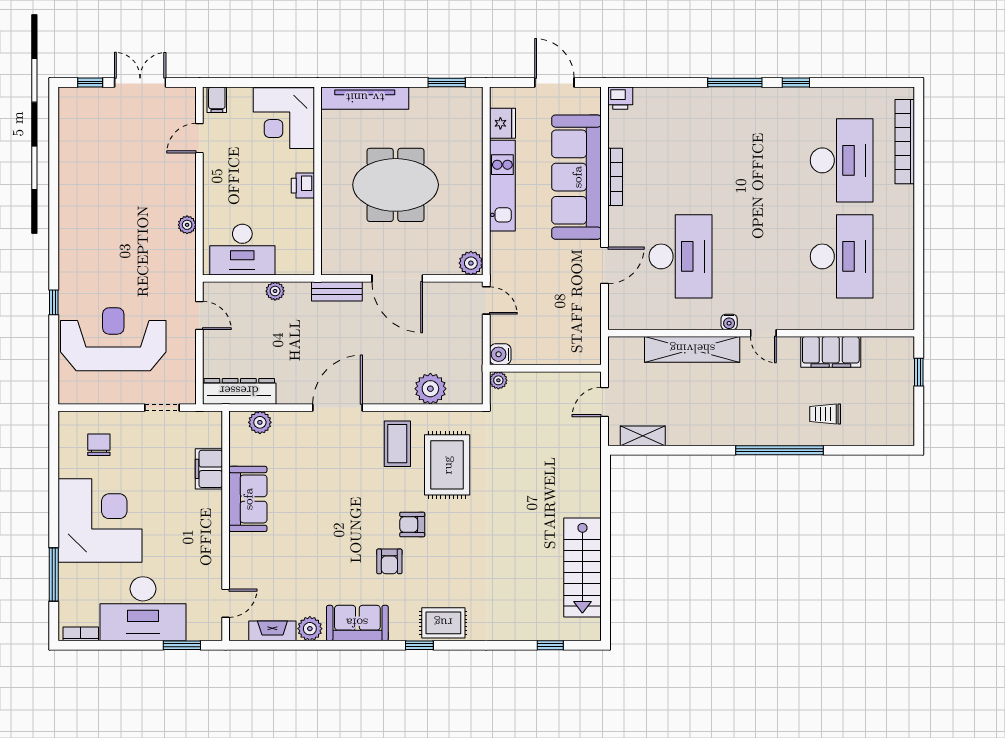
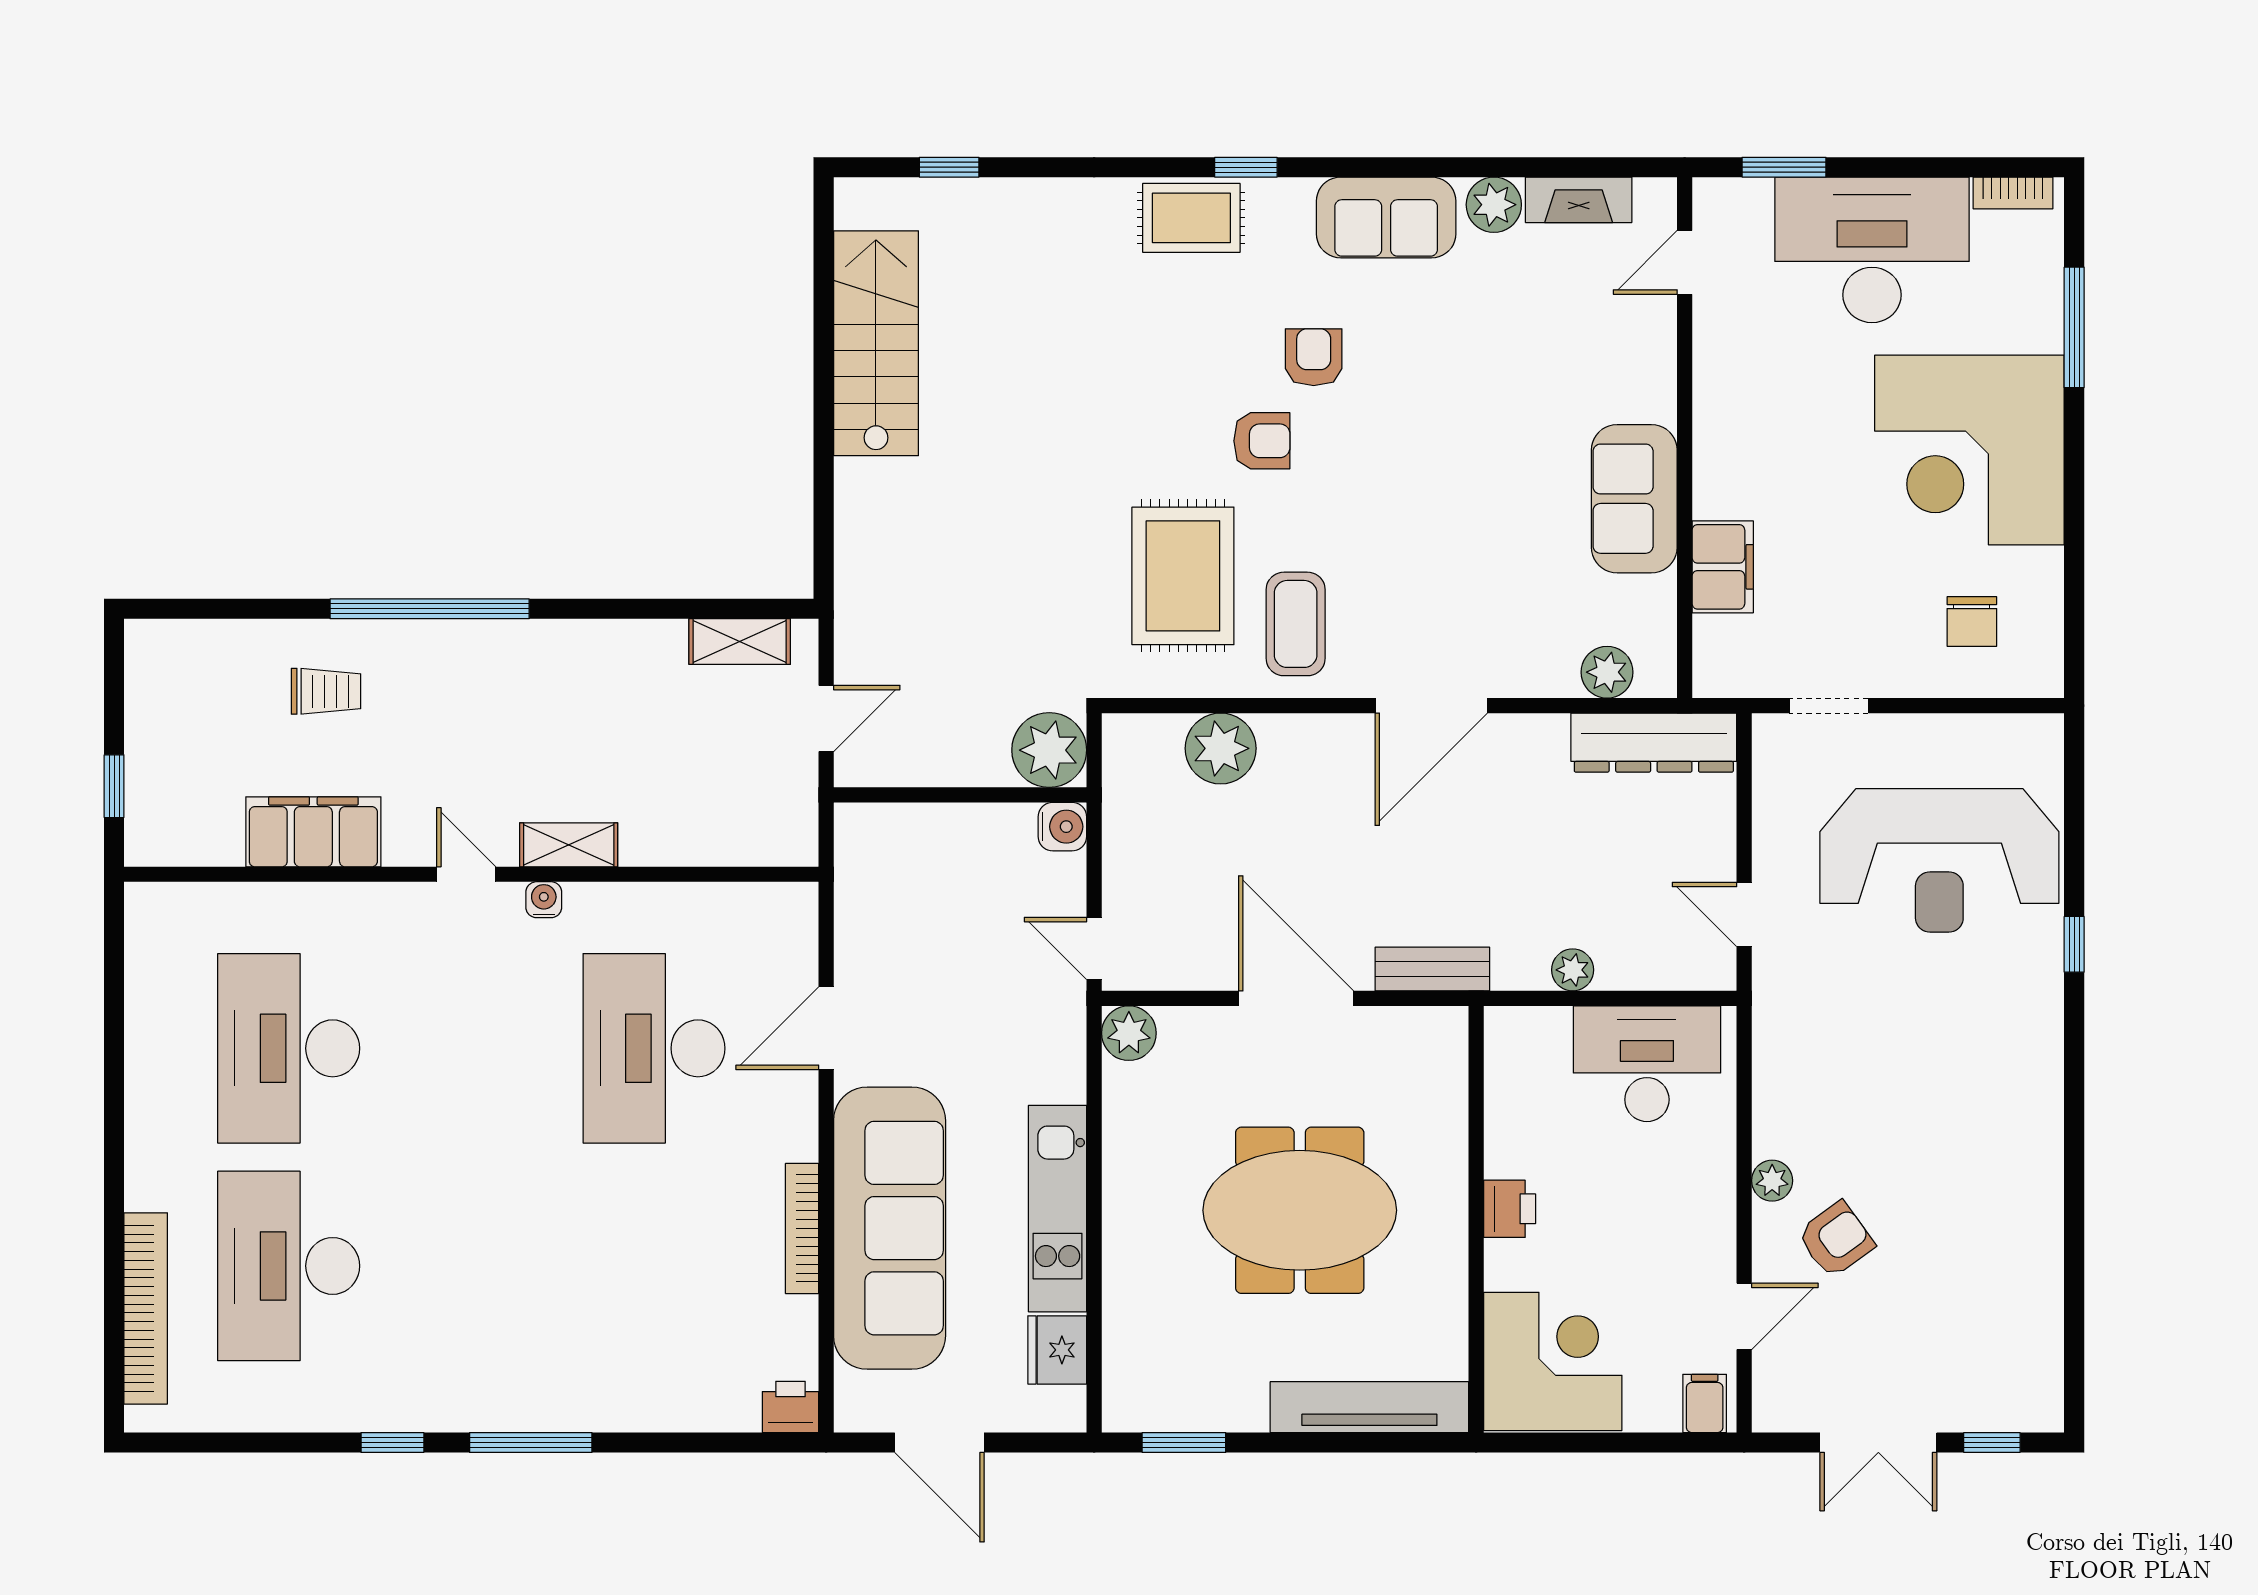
armchair: (159, 172) -> (1836, 1240), added
plant: (187, 225) -> (1772, 1181), moved
shelving: (692, 349) -> (569, 845), width x0.45, depth x0.75
plant: (498, 380) -> (1049, 750), width x1.87, depth x1.87

